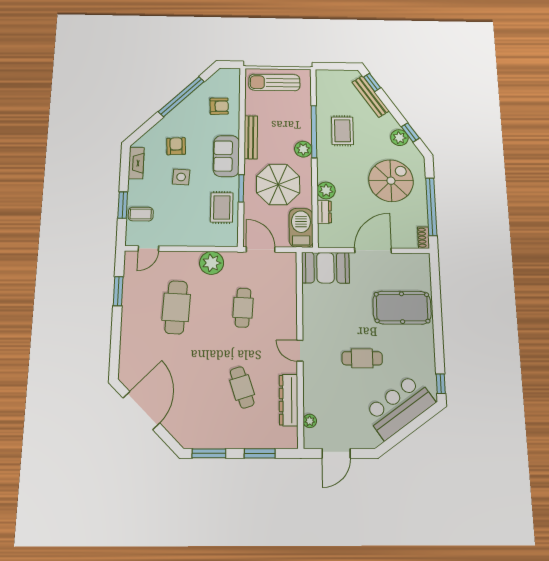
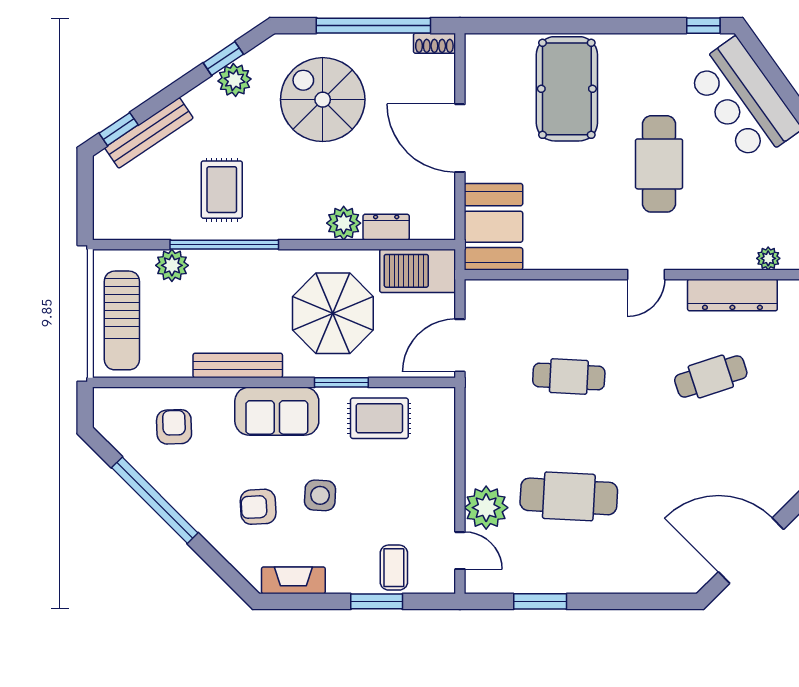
rug: (342, 131) -> (222, 190), turned 90
plant: (303, 149) -> (172, 265), moved
plant: (212, 263) -> (486, 508), moved
cafe table: (362, 358) -> (659, 164), width x1.37, depth x1.35

